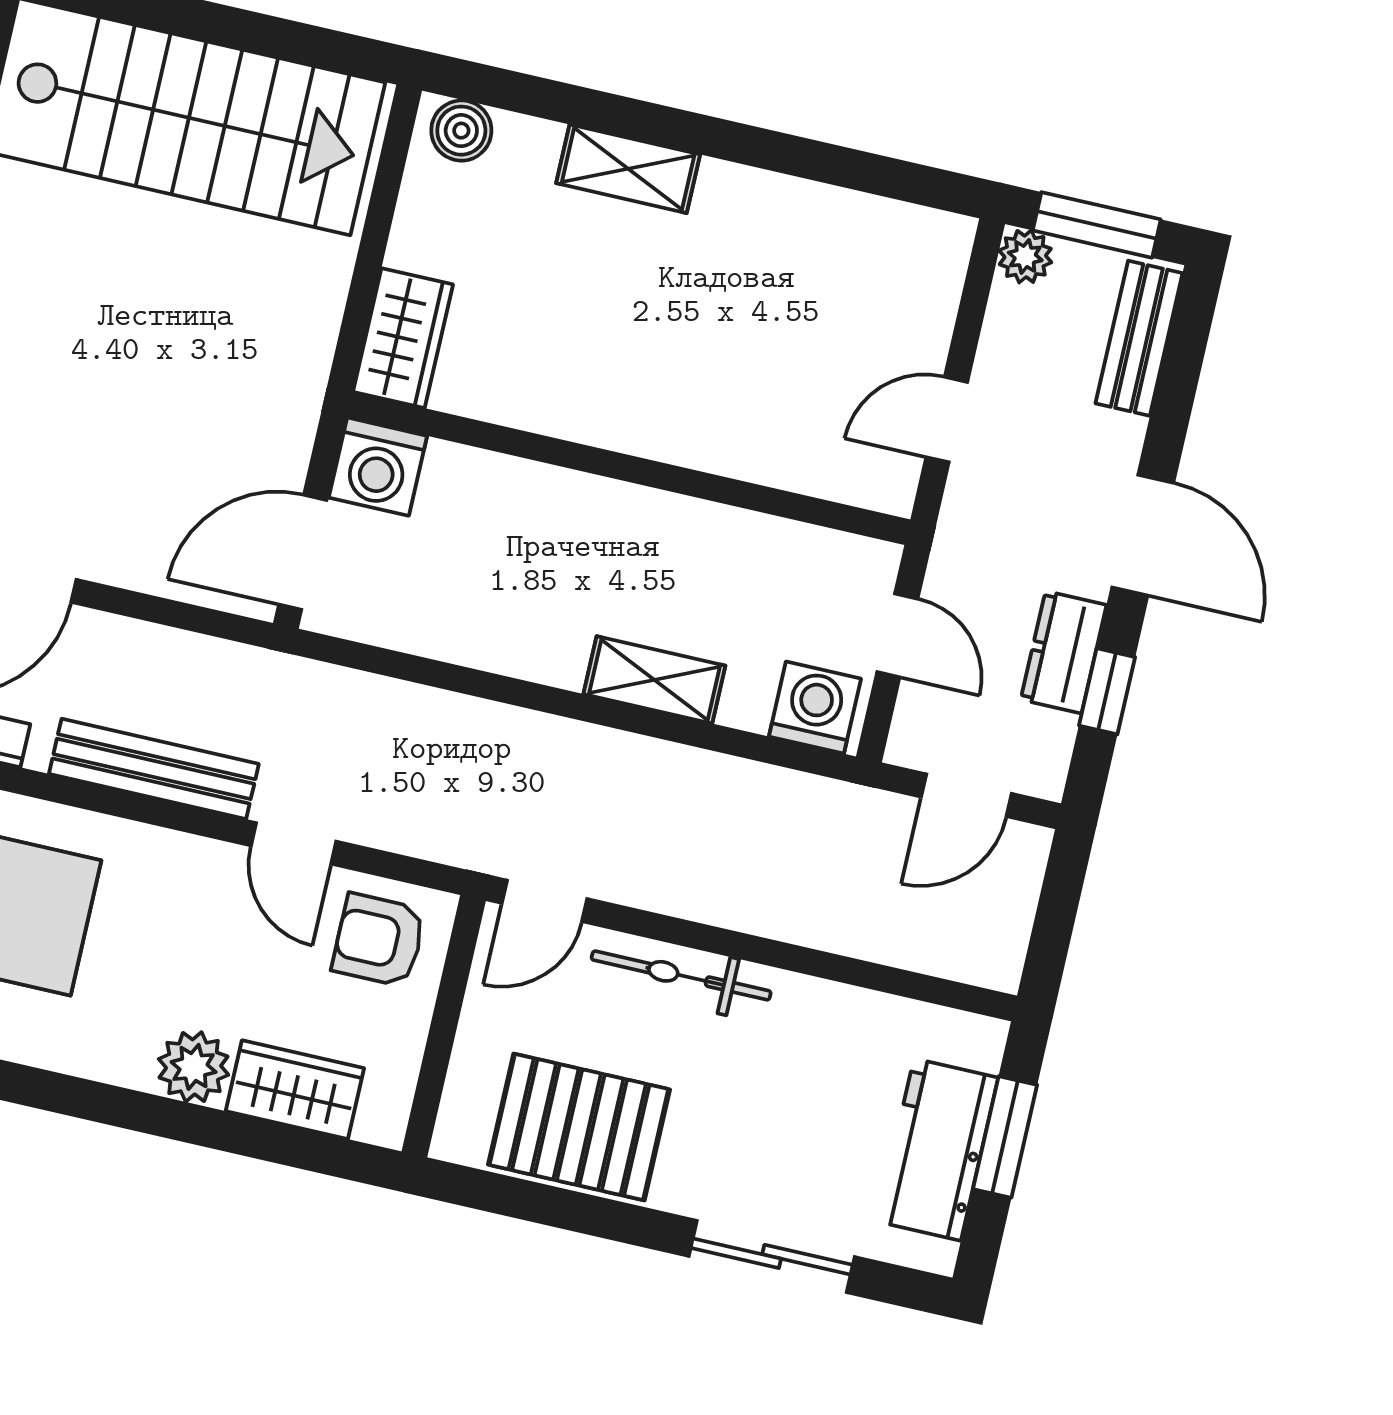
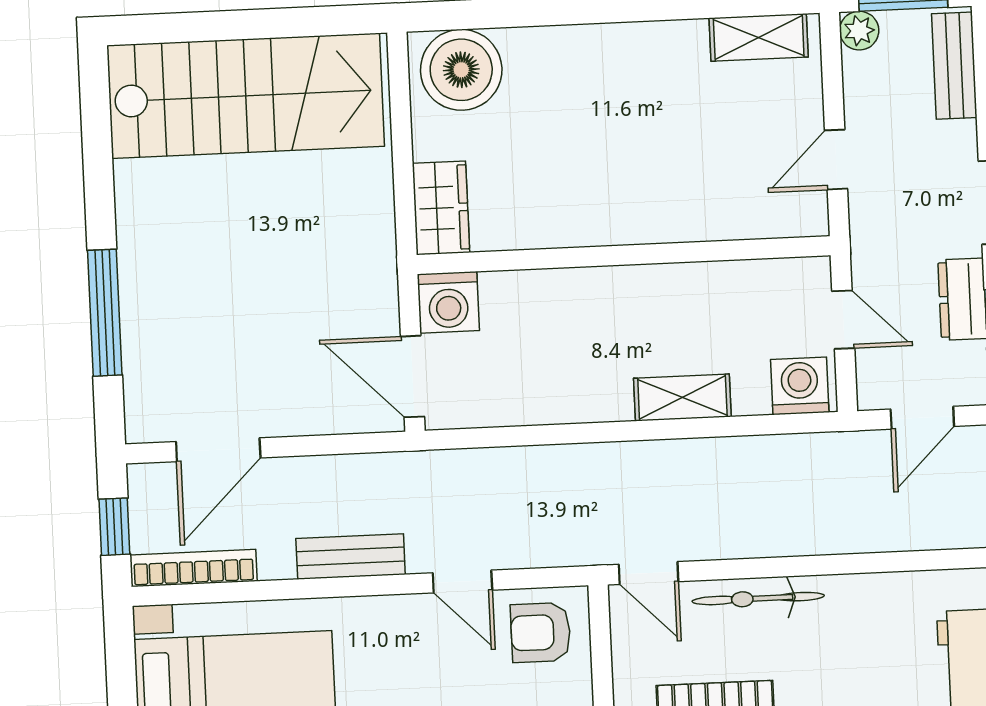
boiler: (461, 131) -> (461, 70), width x1.86, depth x1.86
shelving: (628, 169) -> (759, 37), moved
door: (303, 552) -> (412, 377), hinge flipped
bench: (154, 769) -> (351, 557), width x0.73
door: (544, 901) -> (649, 573), hinge flipped

